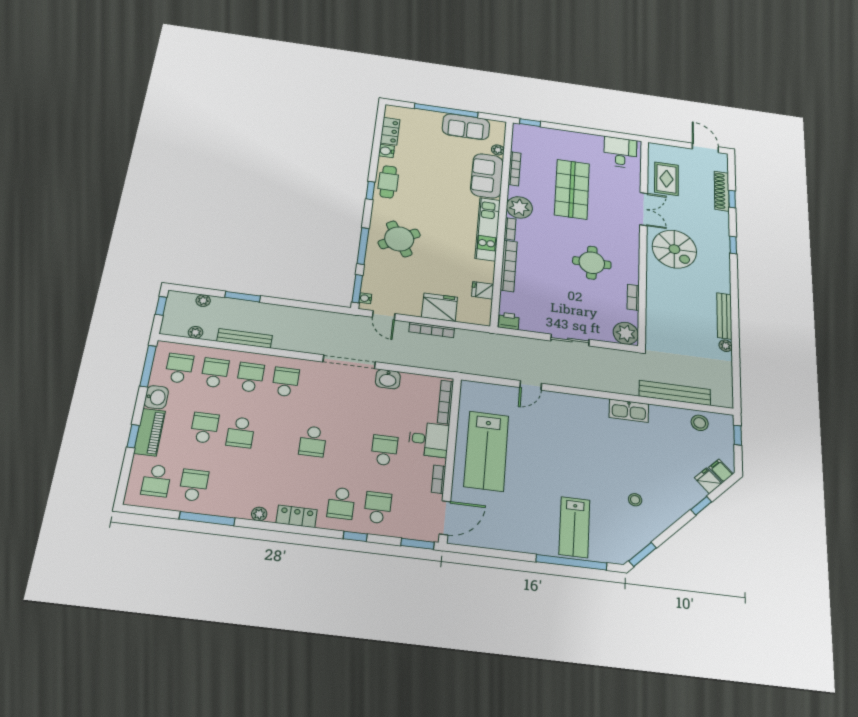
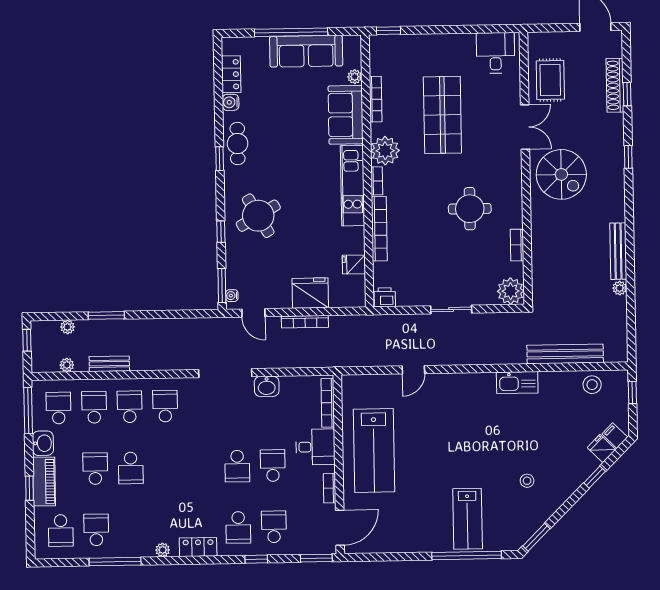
sofa: (466, 127) -> (306, 51), width x1.36
window: (363, 246) -> (221, 232), width x0.46
bench: (245, 338) -> (109, 364), width x0.73
school desk: (313, 441) -> (237, 466), moved

